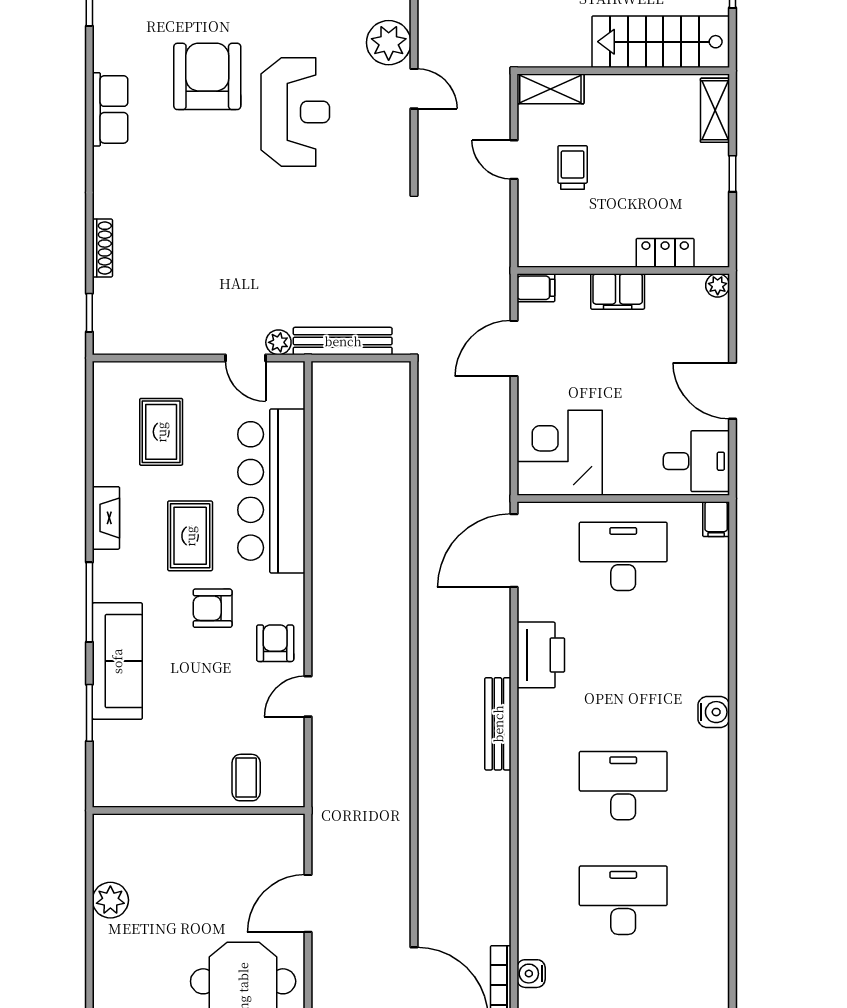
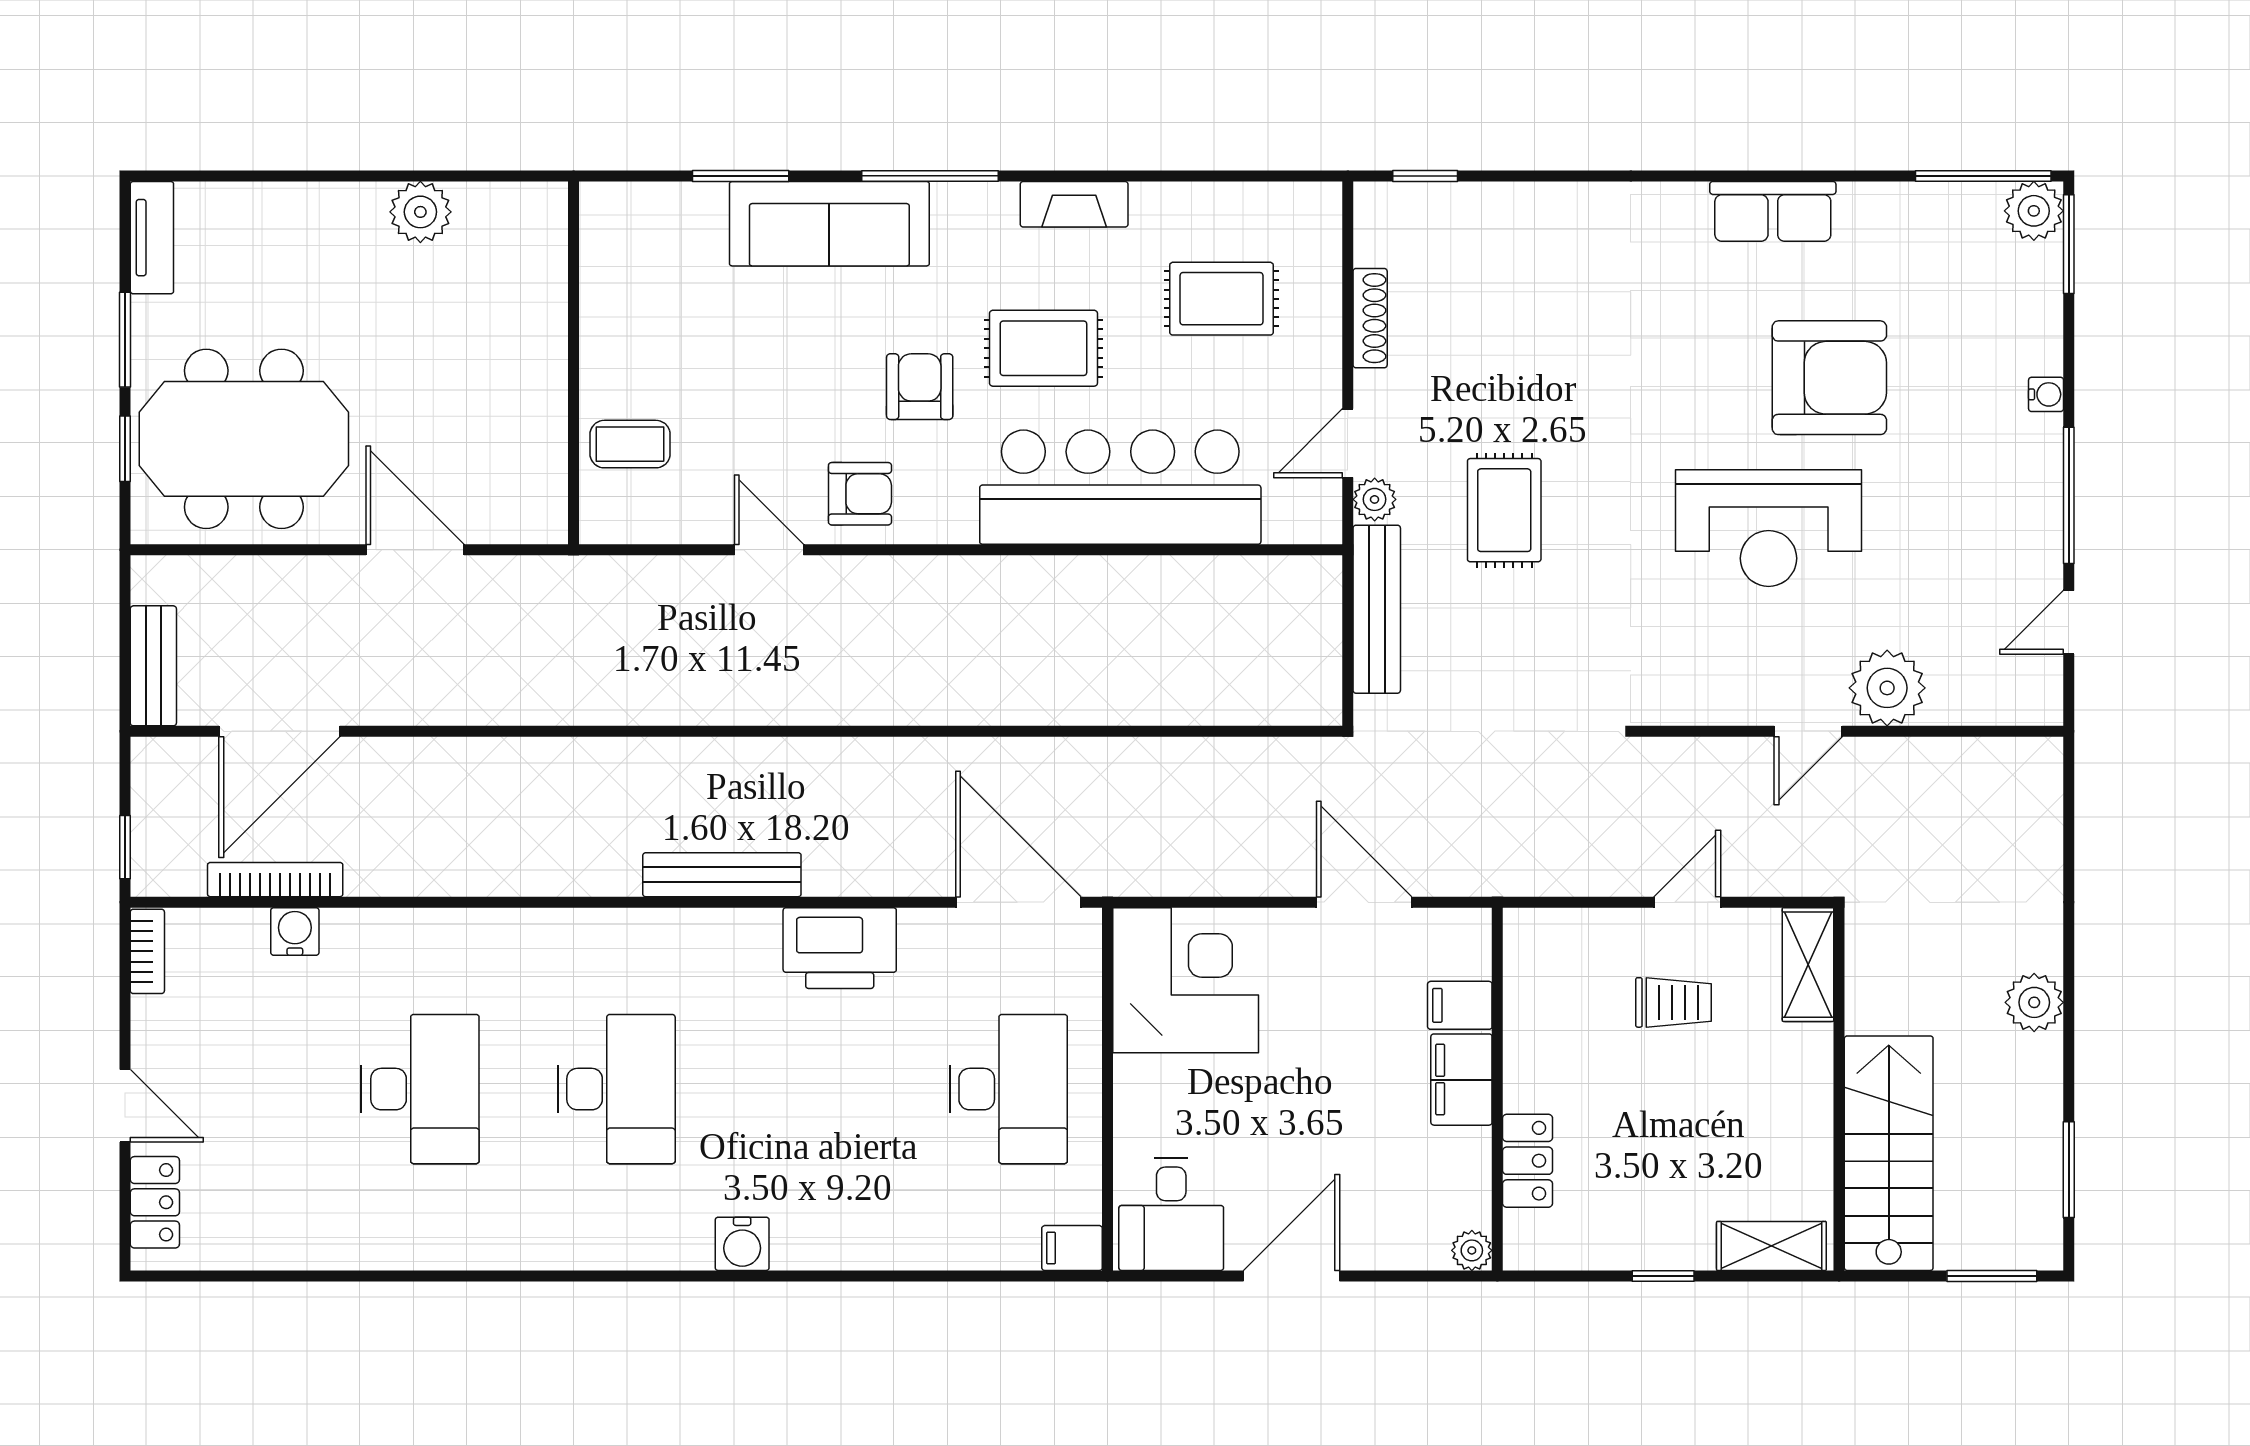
shoe rack: (102, 248) -> (1370, 318), moved, turned -90
rug: (285, 267) -> (1504, 510), added
filing cabinet: (536, 288) -> (1460, 1005), moved, turned 90

